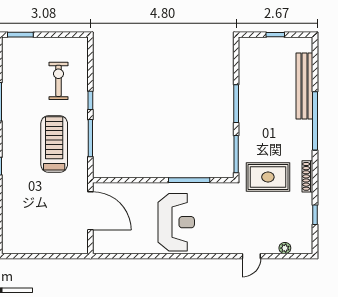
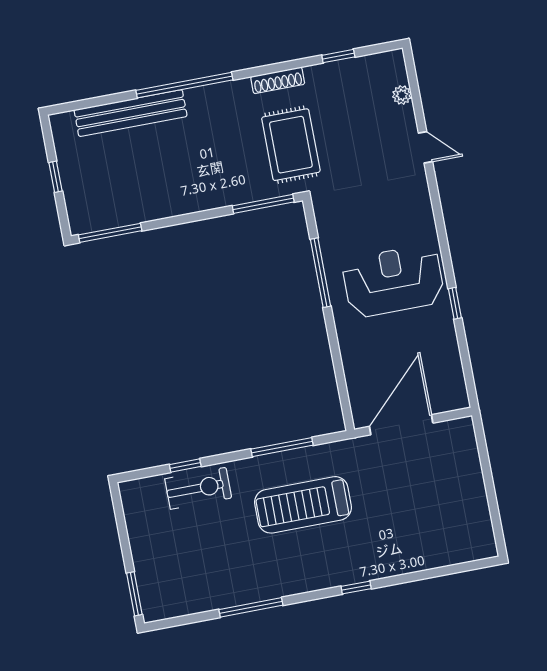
exercise bike: (58, 81) -> (198, 488), moved, turned 180
window: (90, 100) -> (185, 465), moved
window: (236, 104) -> (110, 233), moved
window: (156, 256) -> (455, 303), added

